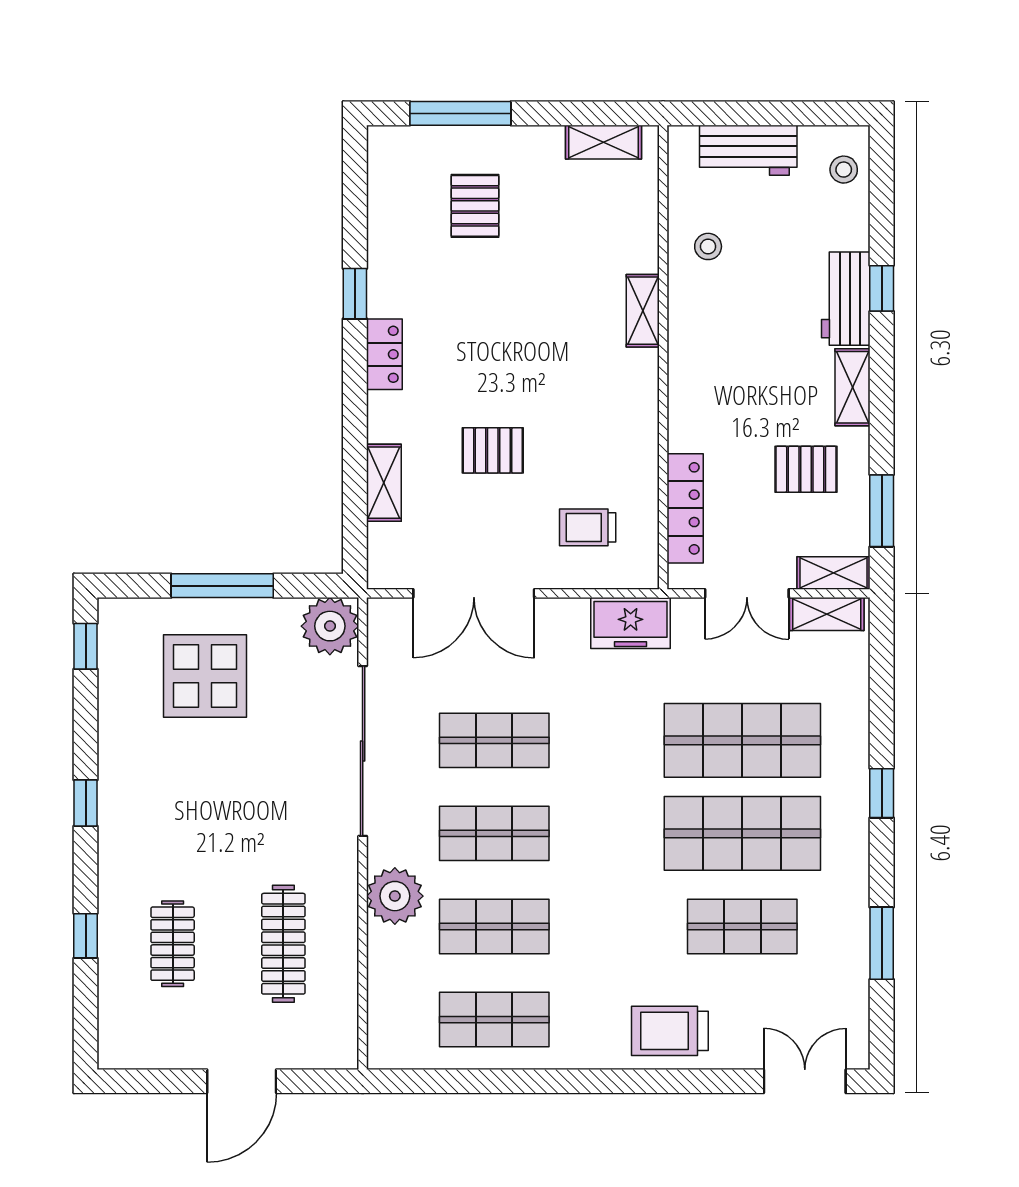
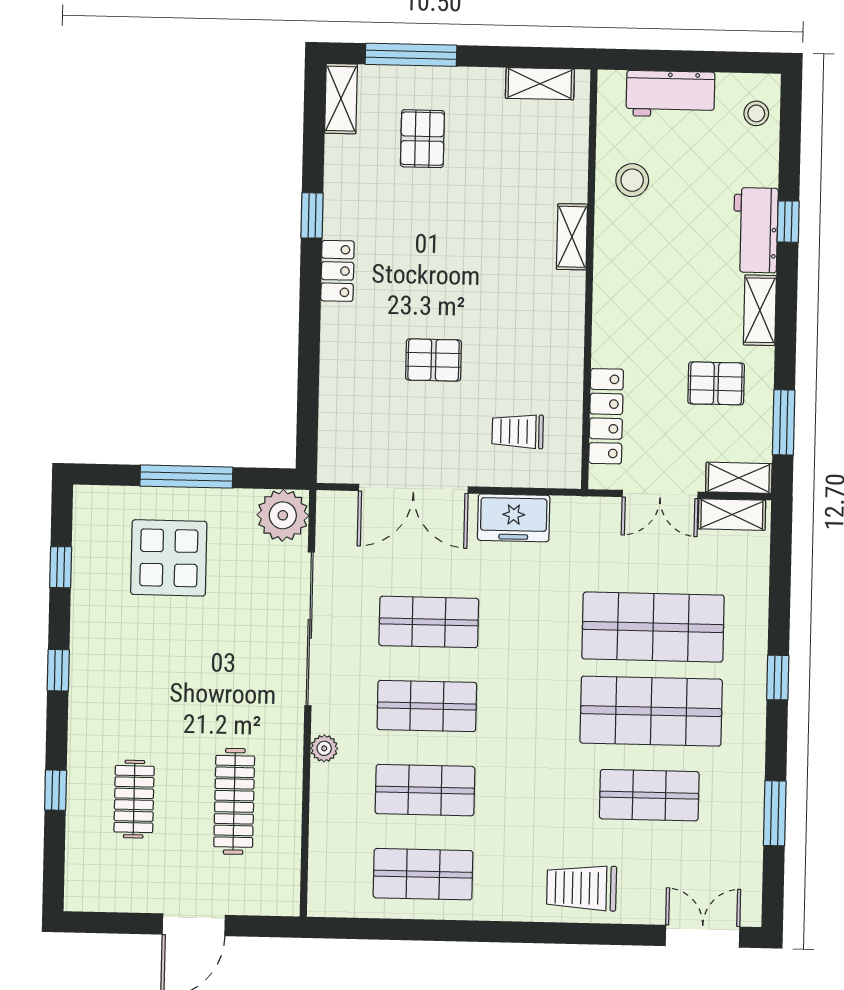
stool: (708, 246) -> (632, 180), width x1.37, depth x1.37
shelving: (384, 483) -> (341, 99), moved
freezer: (631, 623) -> (514, 518), moved
window: (86, 646) -> (61, 567), moved
plant: (395, 896) -> (324, 748), width x0.53, depth x0.53

